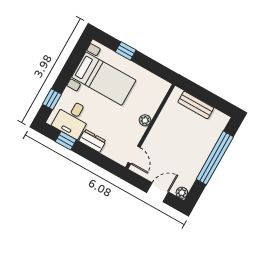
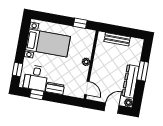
window: (126, 51) -> (80, 23), moved
window: (215, 158) -> (143, 71), width x0.47
dresser: (194, 166) -> (130, 81), added

